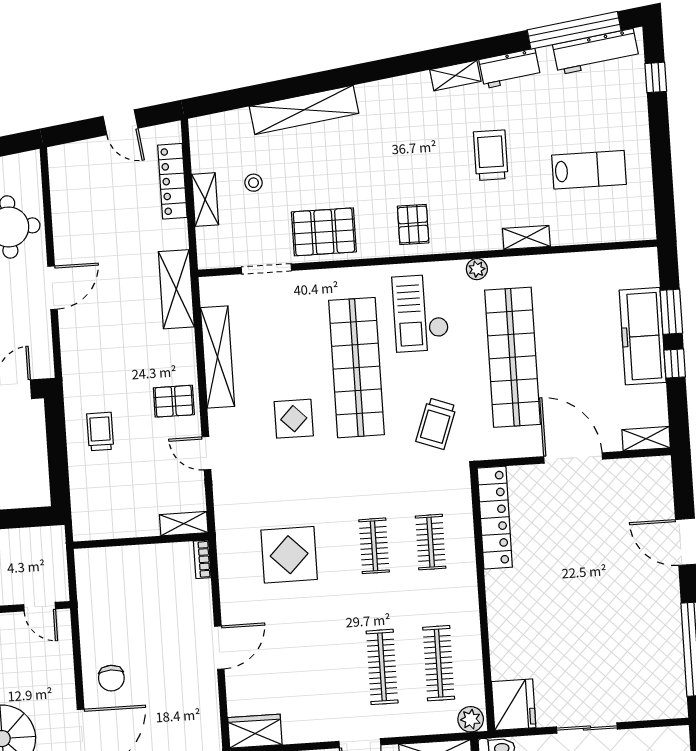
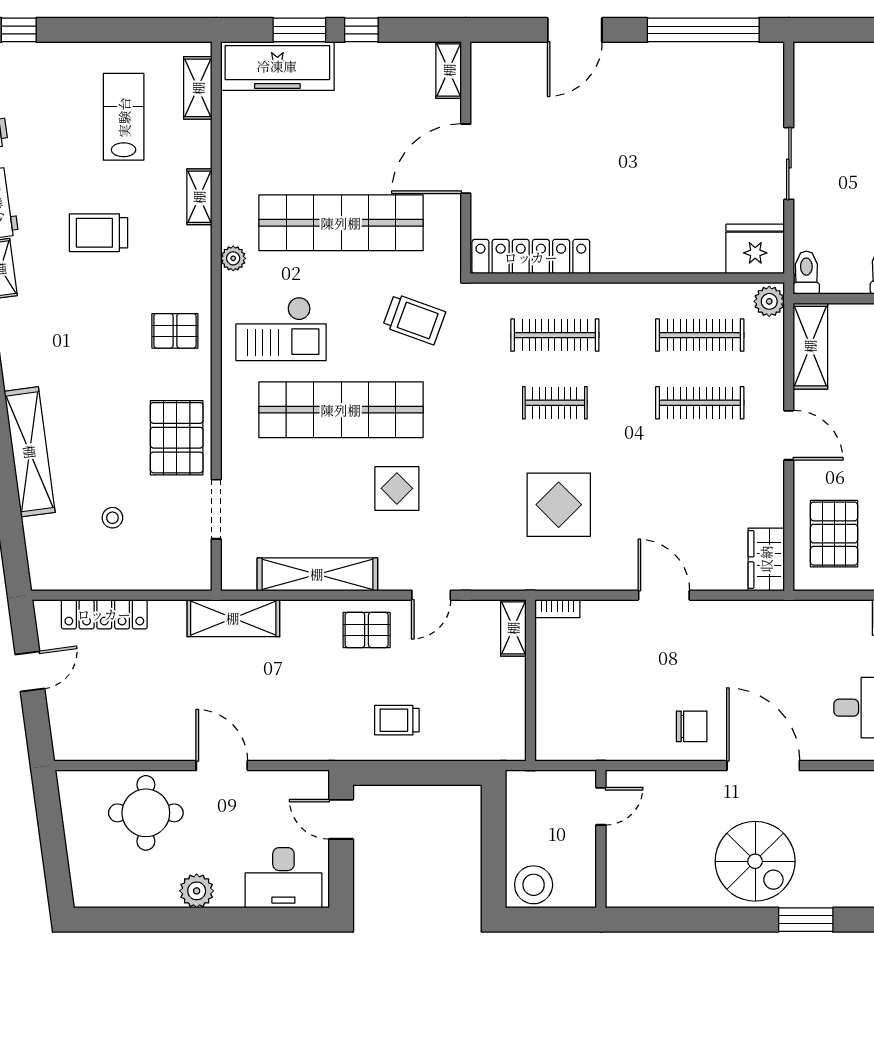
shelving: (205, 200) -> (198, 88), moved, turned 90
freezer: (643, 336) -> (277, 66), moved
pallet: (174, 401) -> (367, 630), turned 90
clothes rail: (431, 542) -> (555, 335), width x1.36

